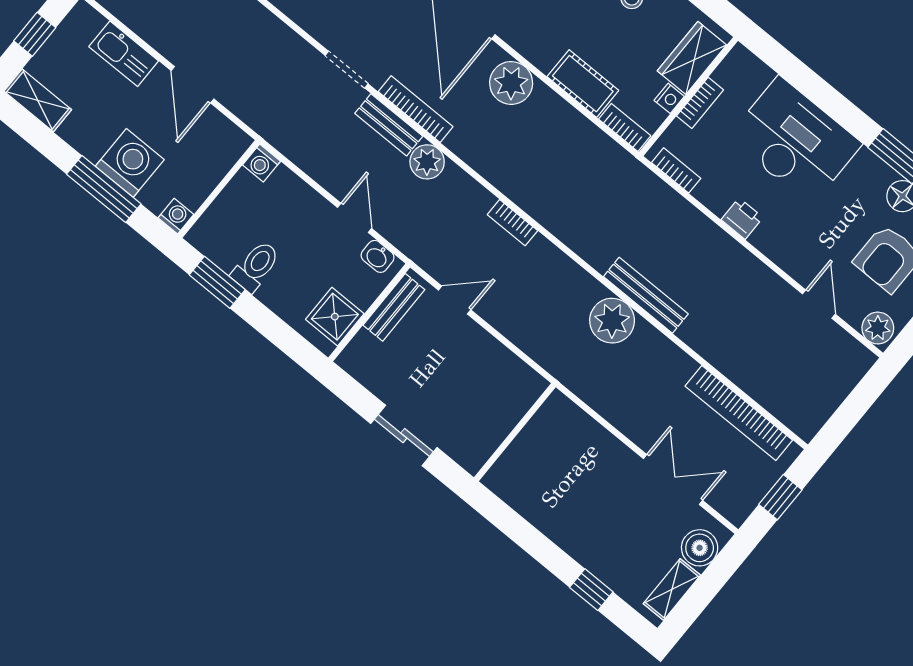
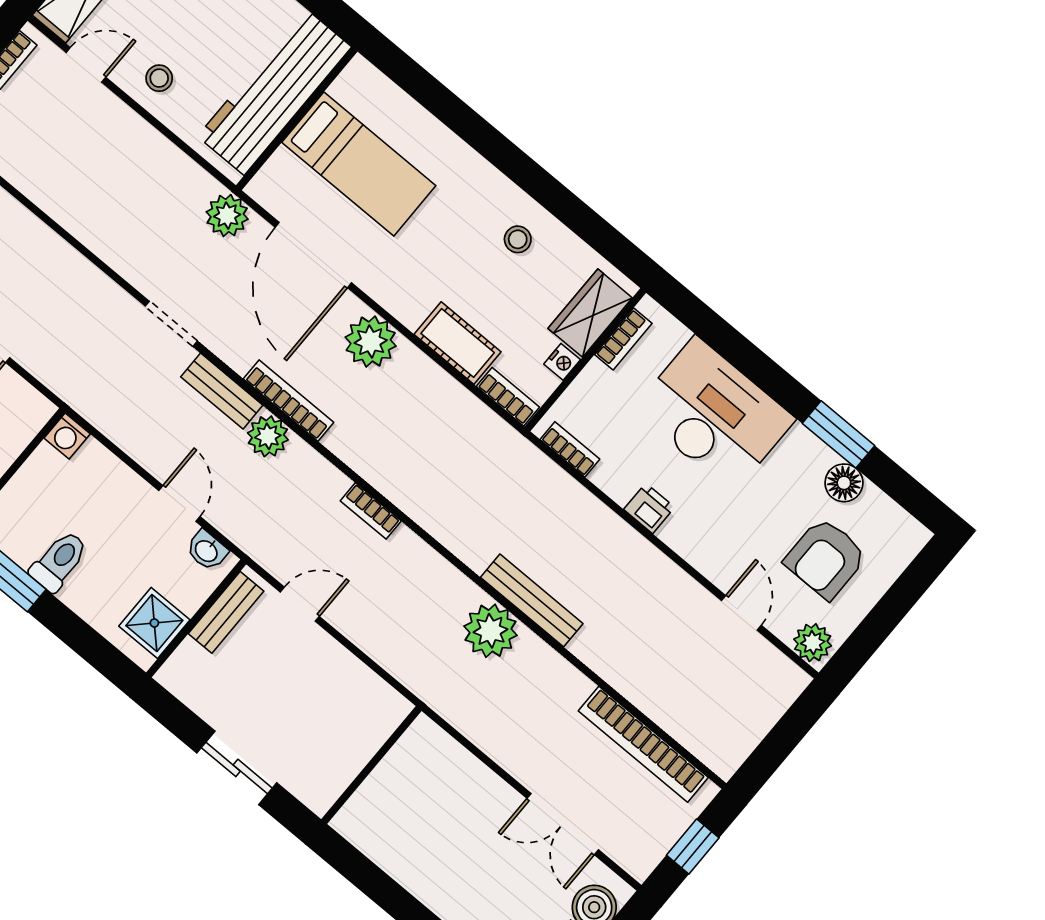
bookcase: (700, 103) -> (623, 339), moved
bookcase: (416, 109) -> (288, 401), moved
double door: (673, 479) -> (563, 824), swing flipped

